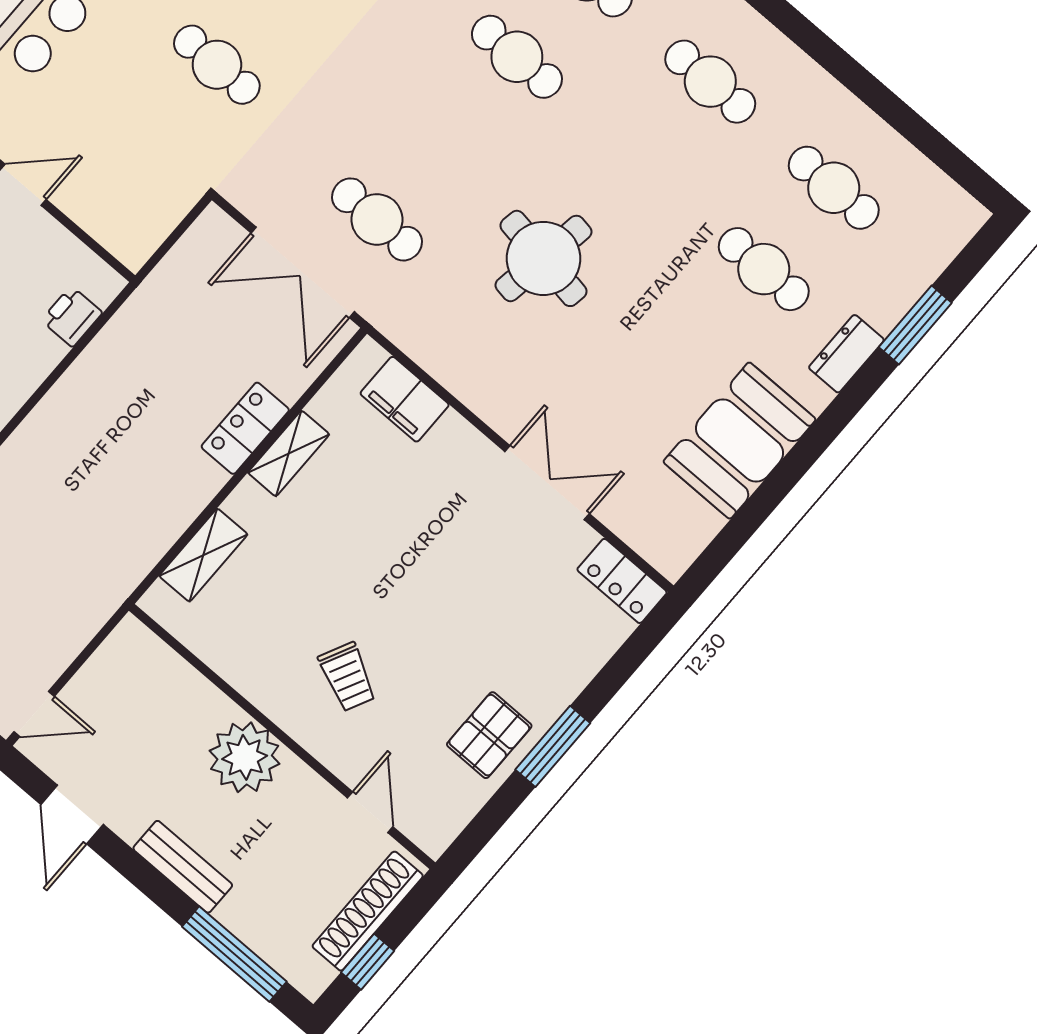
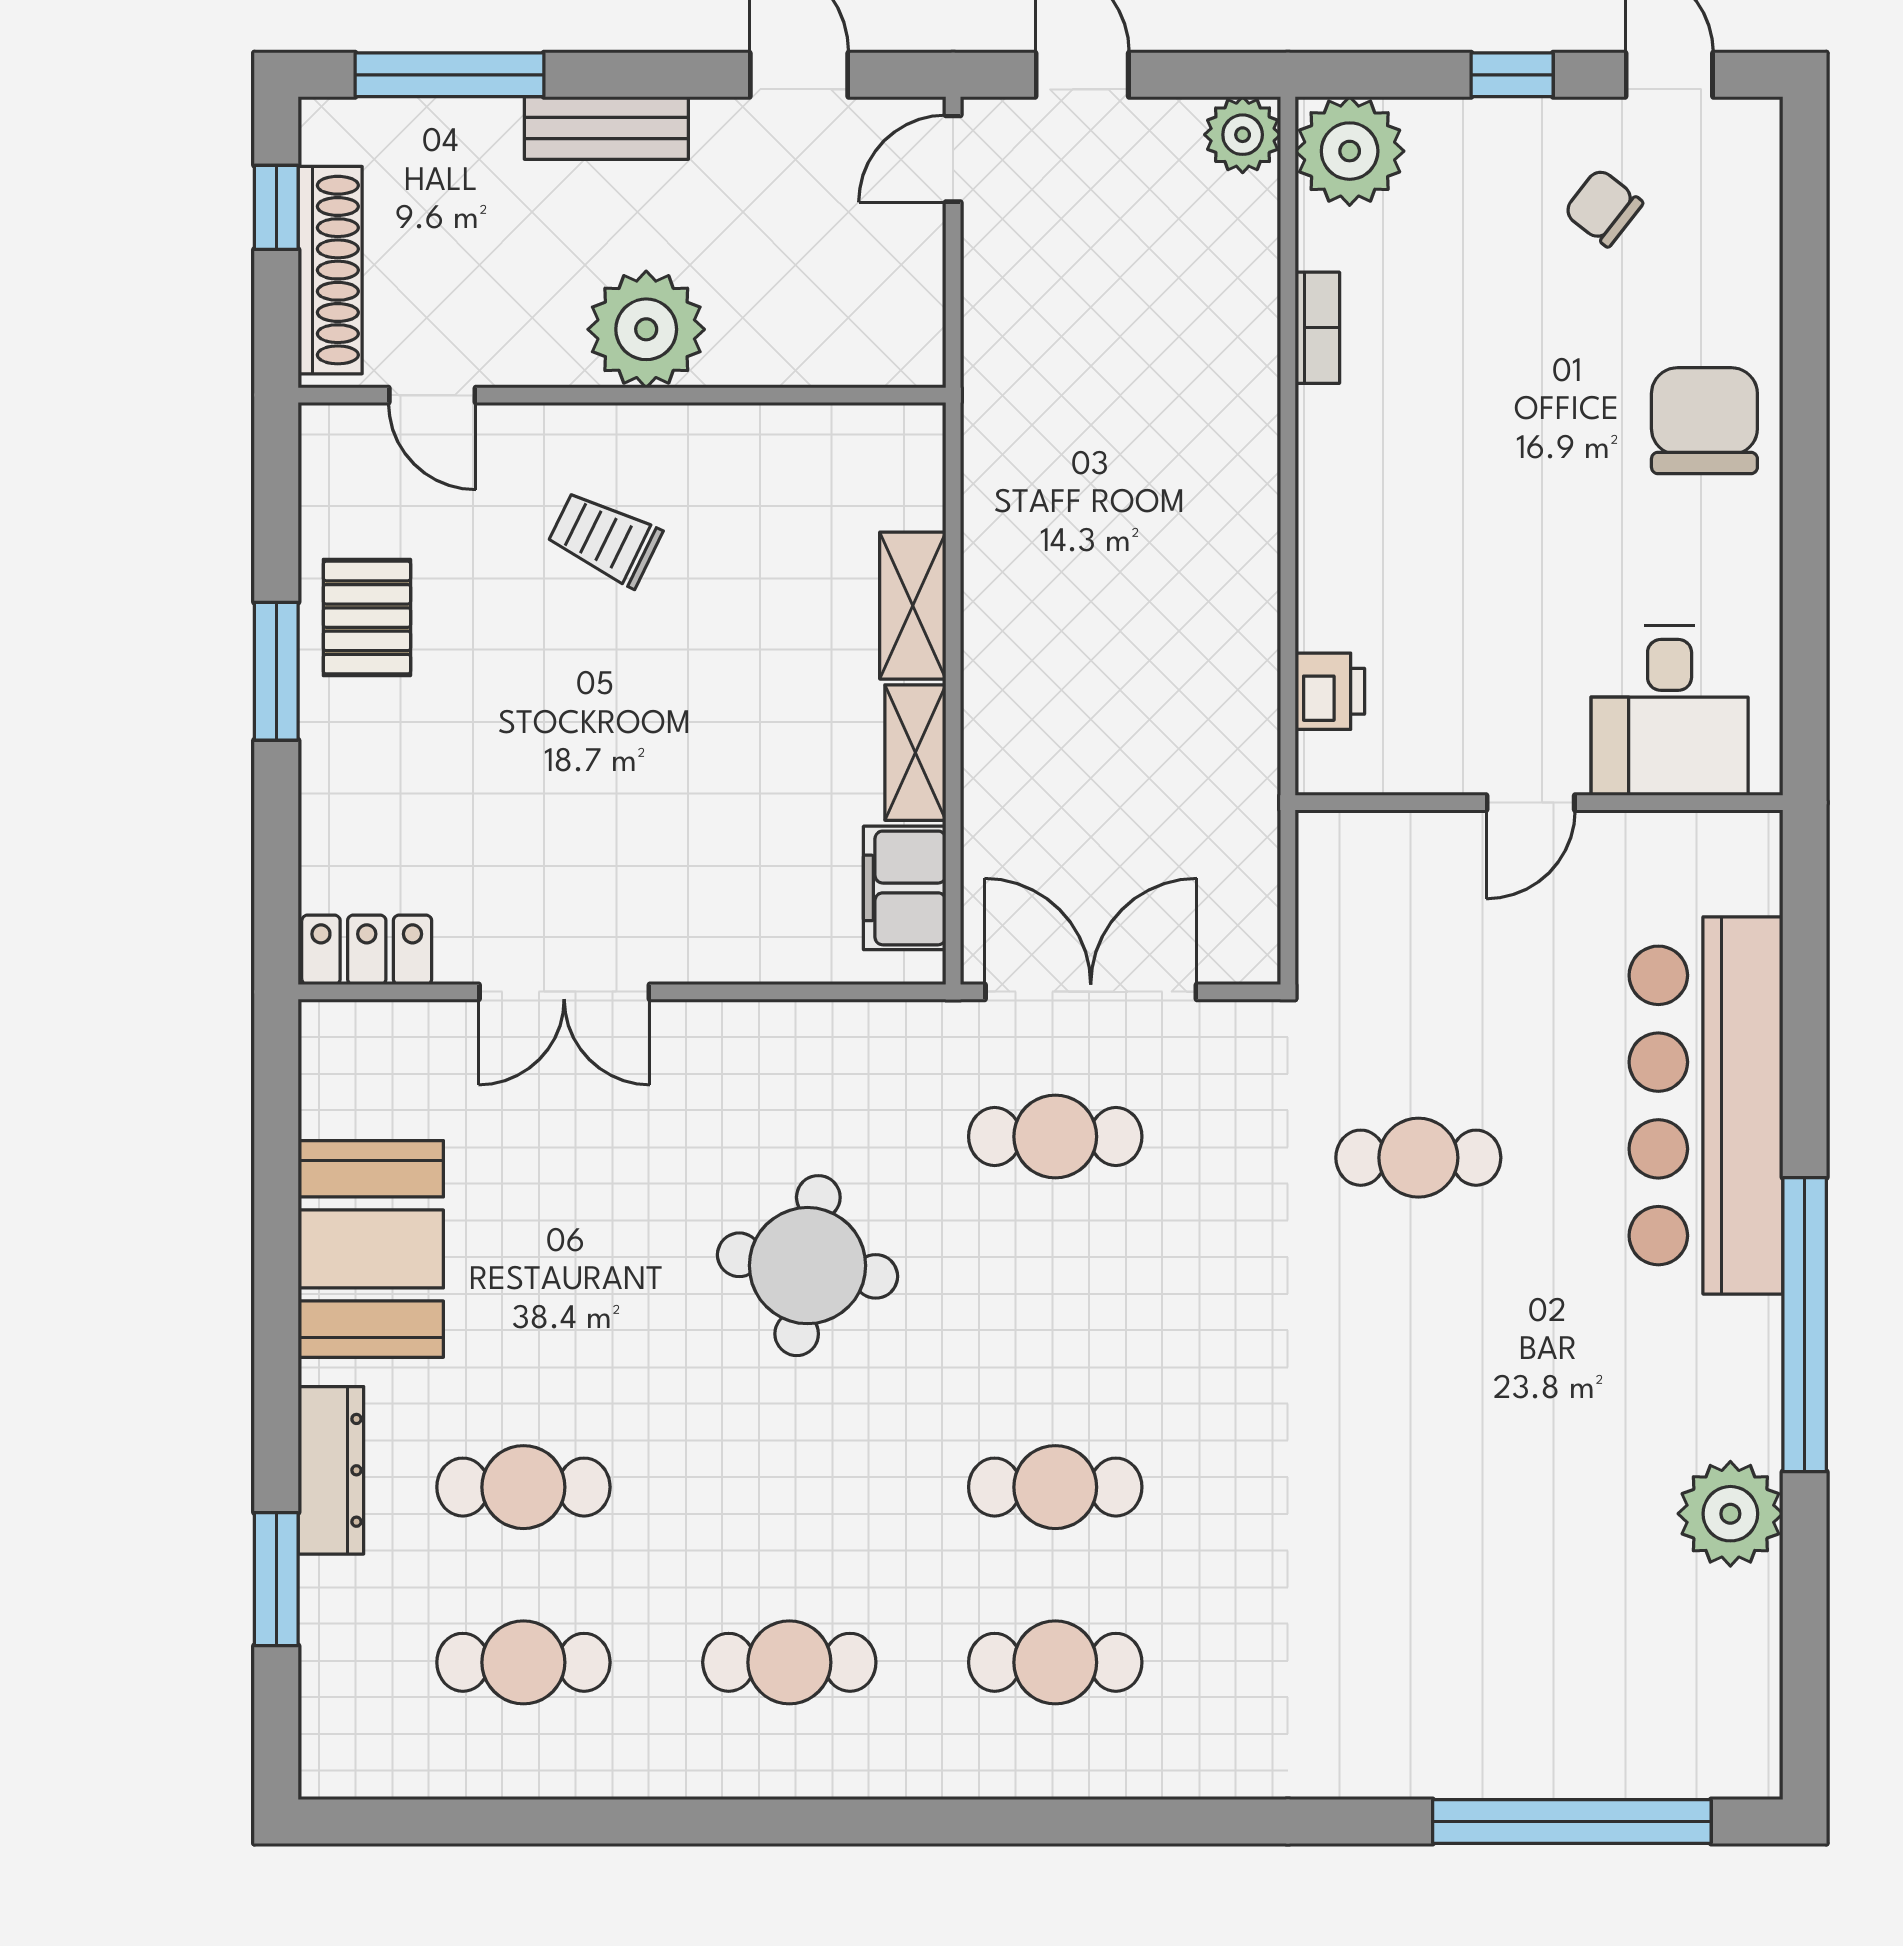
dresser: (846, 354) -> (331, 1470), width x1.44
filing cabinet: (405, 399) -> (905, 888), moved, turned -90
locker: (245, 428) -> (996, 738), removed
shelving: (203, 555) -> (913, 606), moved

